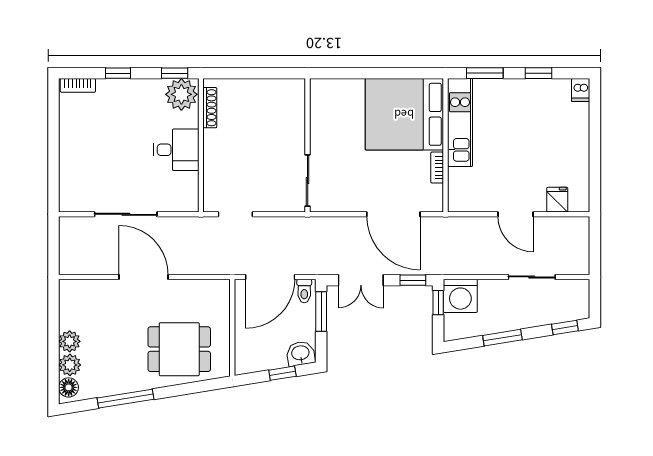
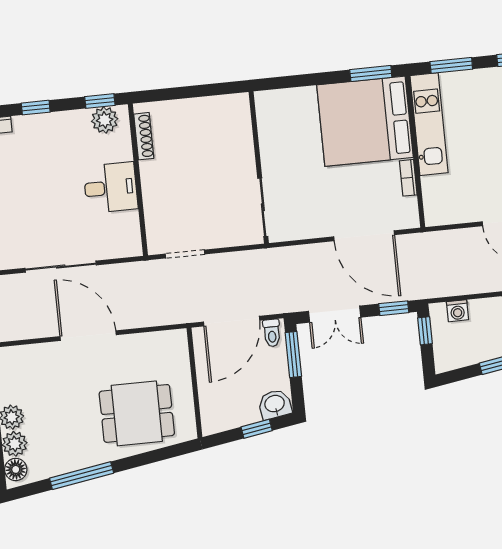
window: (414, 73) -> (371, 73), added
plant: (181, 94) -> (105, 120), width x0.73, depth x0.73
washing machine: (460, 296) -> (457, 311), width x0.53, depth x0.53

